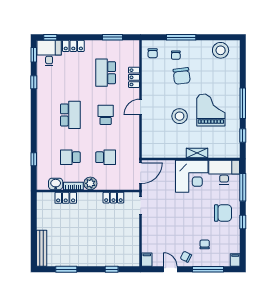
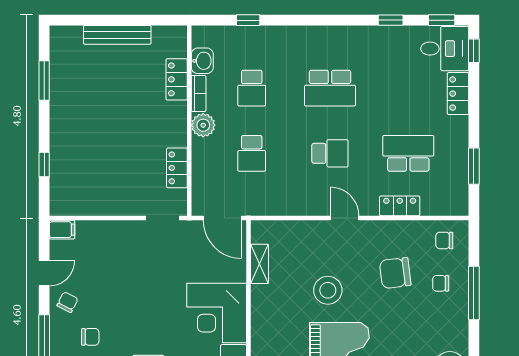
chair: (182, 76) -> (395, 273), moved
shelving: (197, 153) -> (259, 264), moved
school desk: (70, 157) -> (252, 88), turned 180
bench: (42, 248) -> (117, 35), moved

